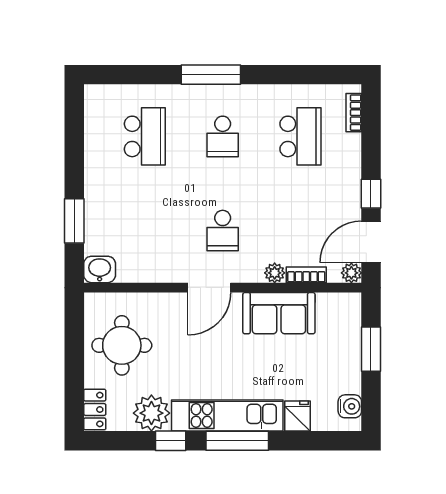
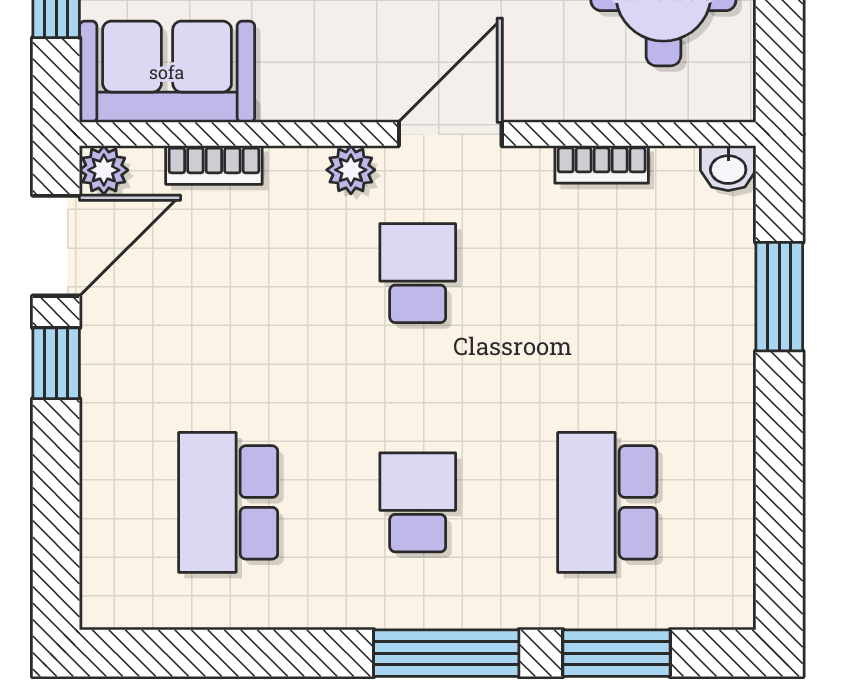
window: (141, 75) -> (616, 653), added
bookcase: (354, 113) -> (602, 164), moved, turned 90
washbasin: (100, 269) -> (728, 168), width x0.72, depth x0.69
plant: (275, 273) -> (351, 170), moved
sofa: (279, 313) -> (167, 72), moved

